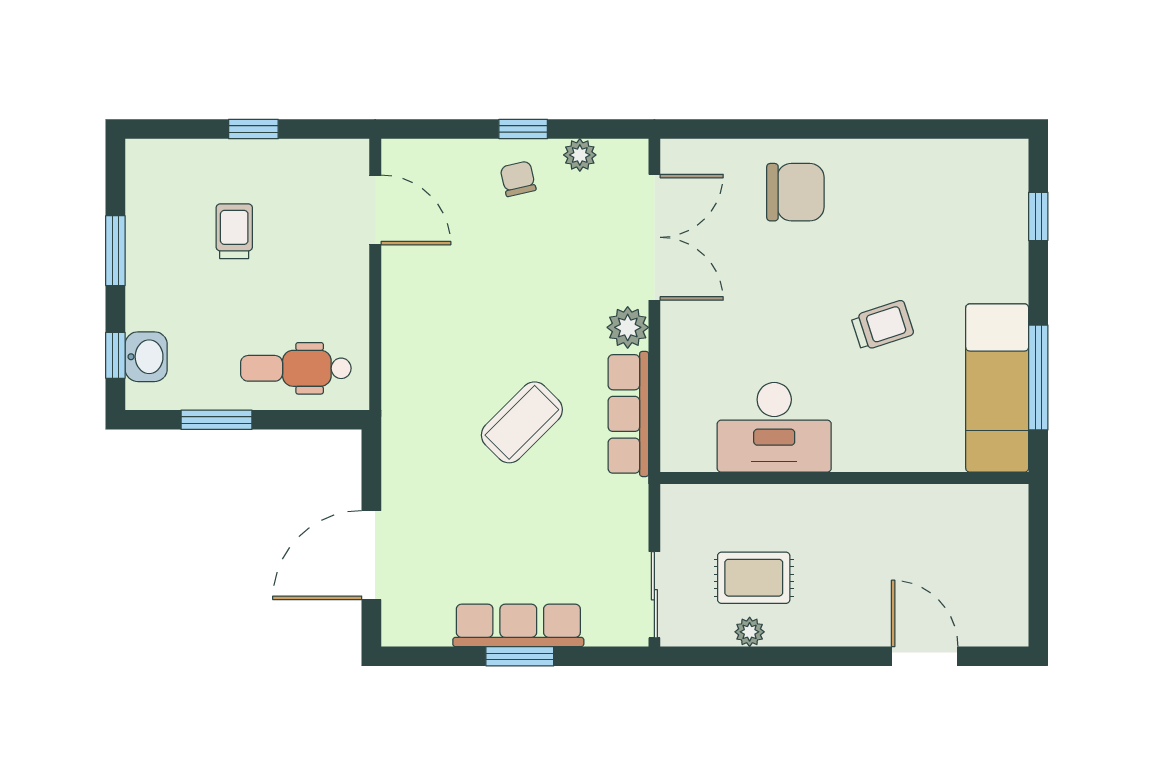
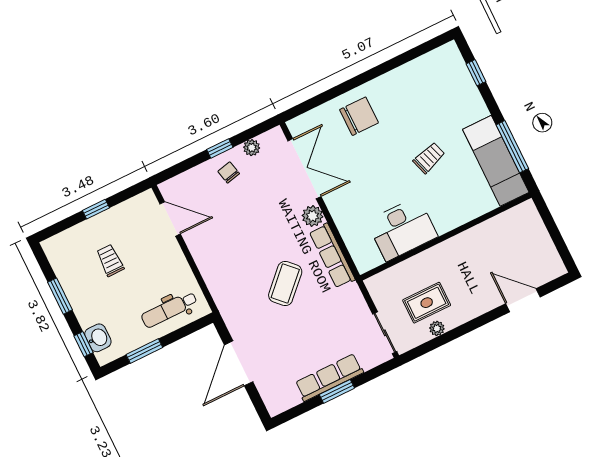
door: (371, 555) -> (239, 363), moved

